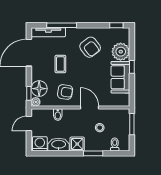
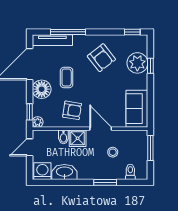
window: (132, 67) -> (150, 66), moved
sofa: (120, 77) -> (137, 109), moved
floor lamp: (39, 89) -> (42, 89), moved
shower: (77, 144) -> (78, 138), moved

